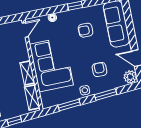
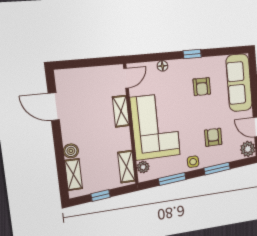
armchair: (86, 30) -> (202, 87), turned -90
shelving: (27, 73) -> (121, 111), moved
plant: (45, 97) -> (143, 167), added

